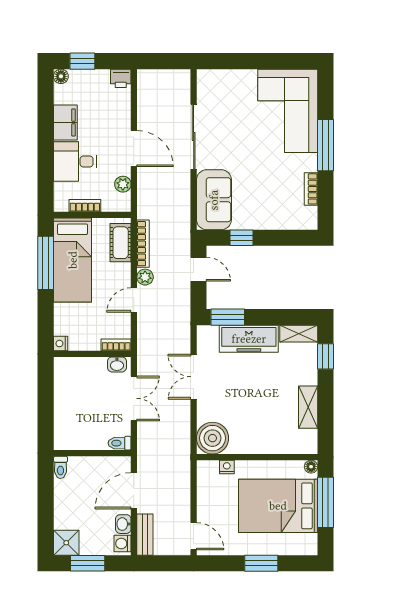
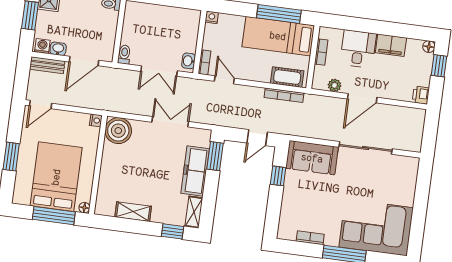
plant: (145, 277) -> (257, 93), removed
door: (134, 300) -> (224, 80), moved
nightstand: (227, 467) -> (96, 120), moved
door: (134, 491) -> (84, 61), swing flipped

